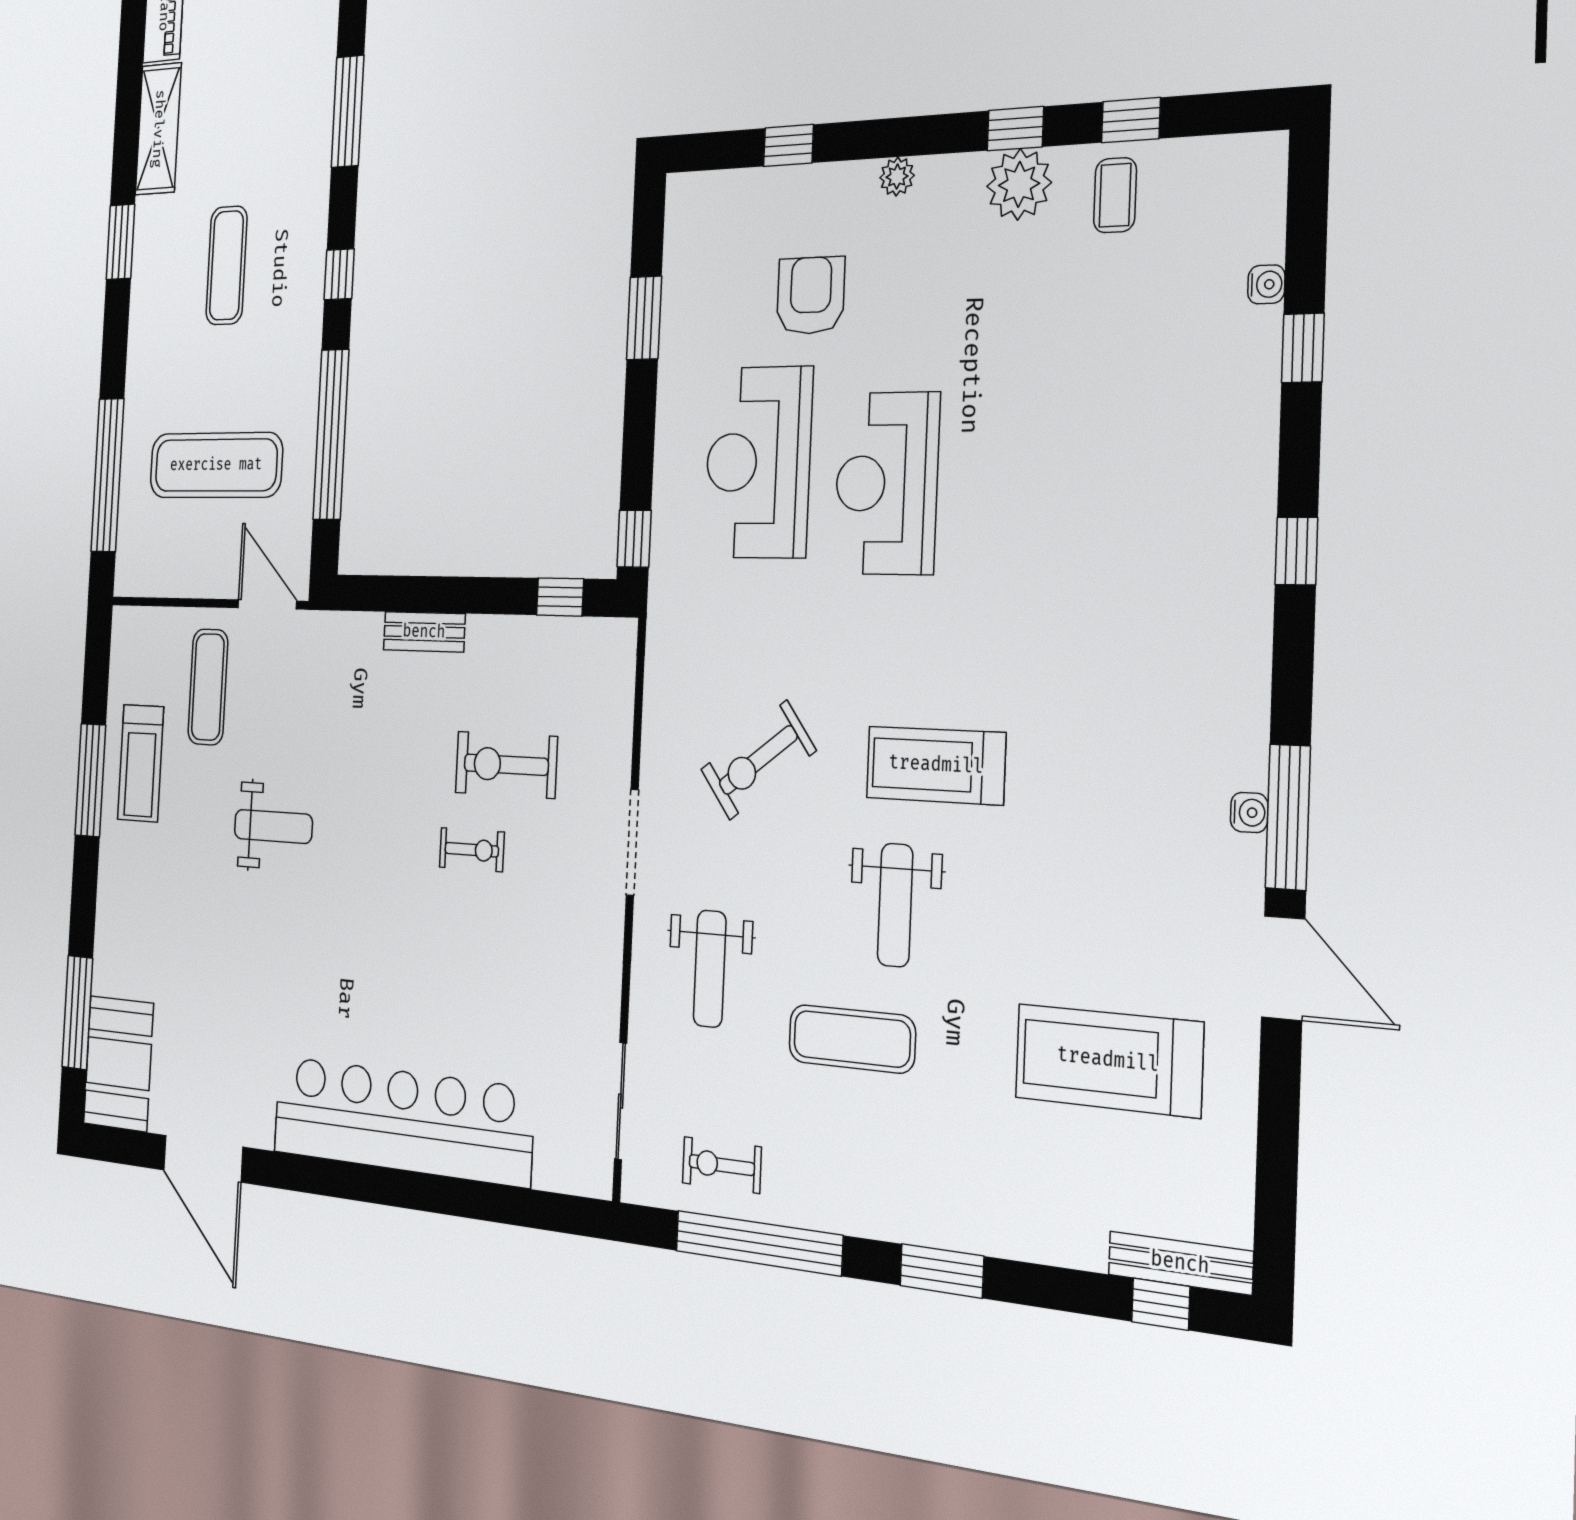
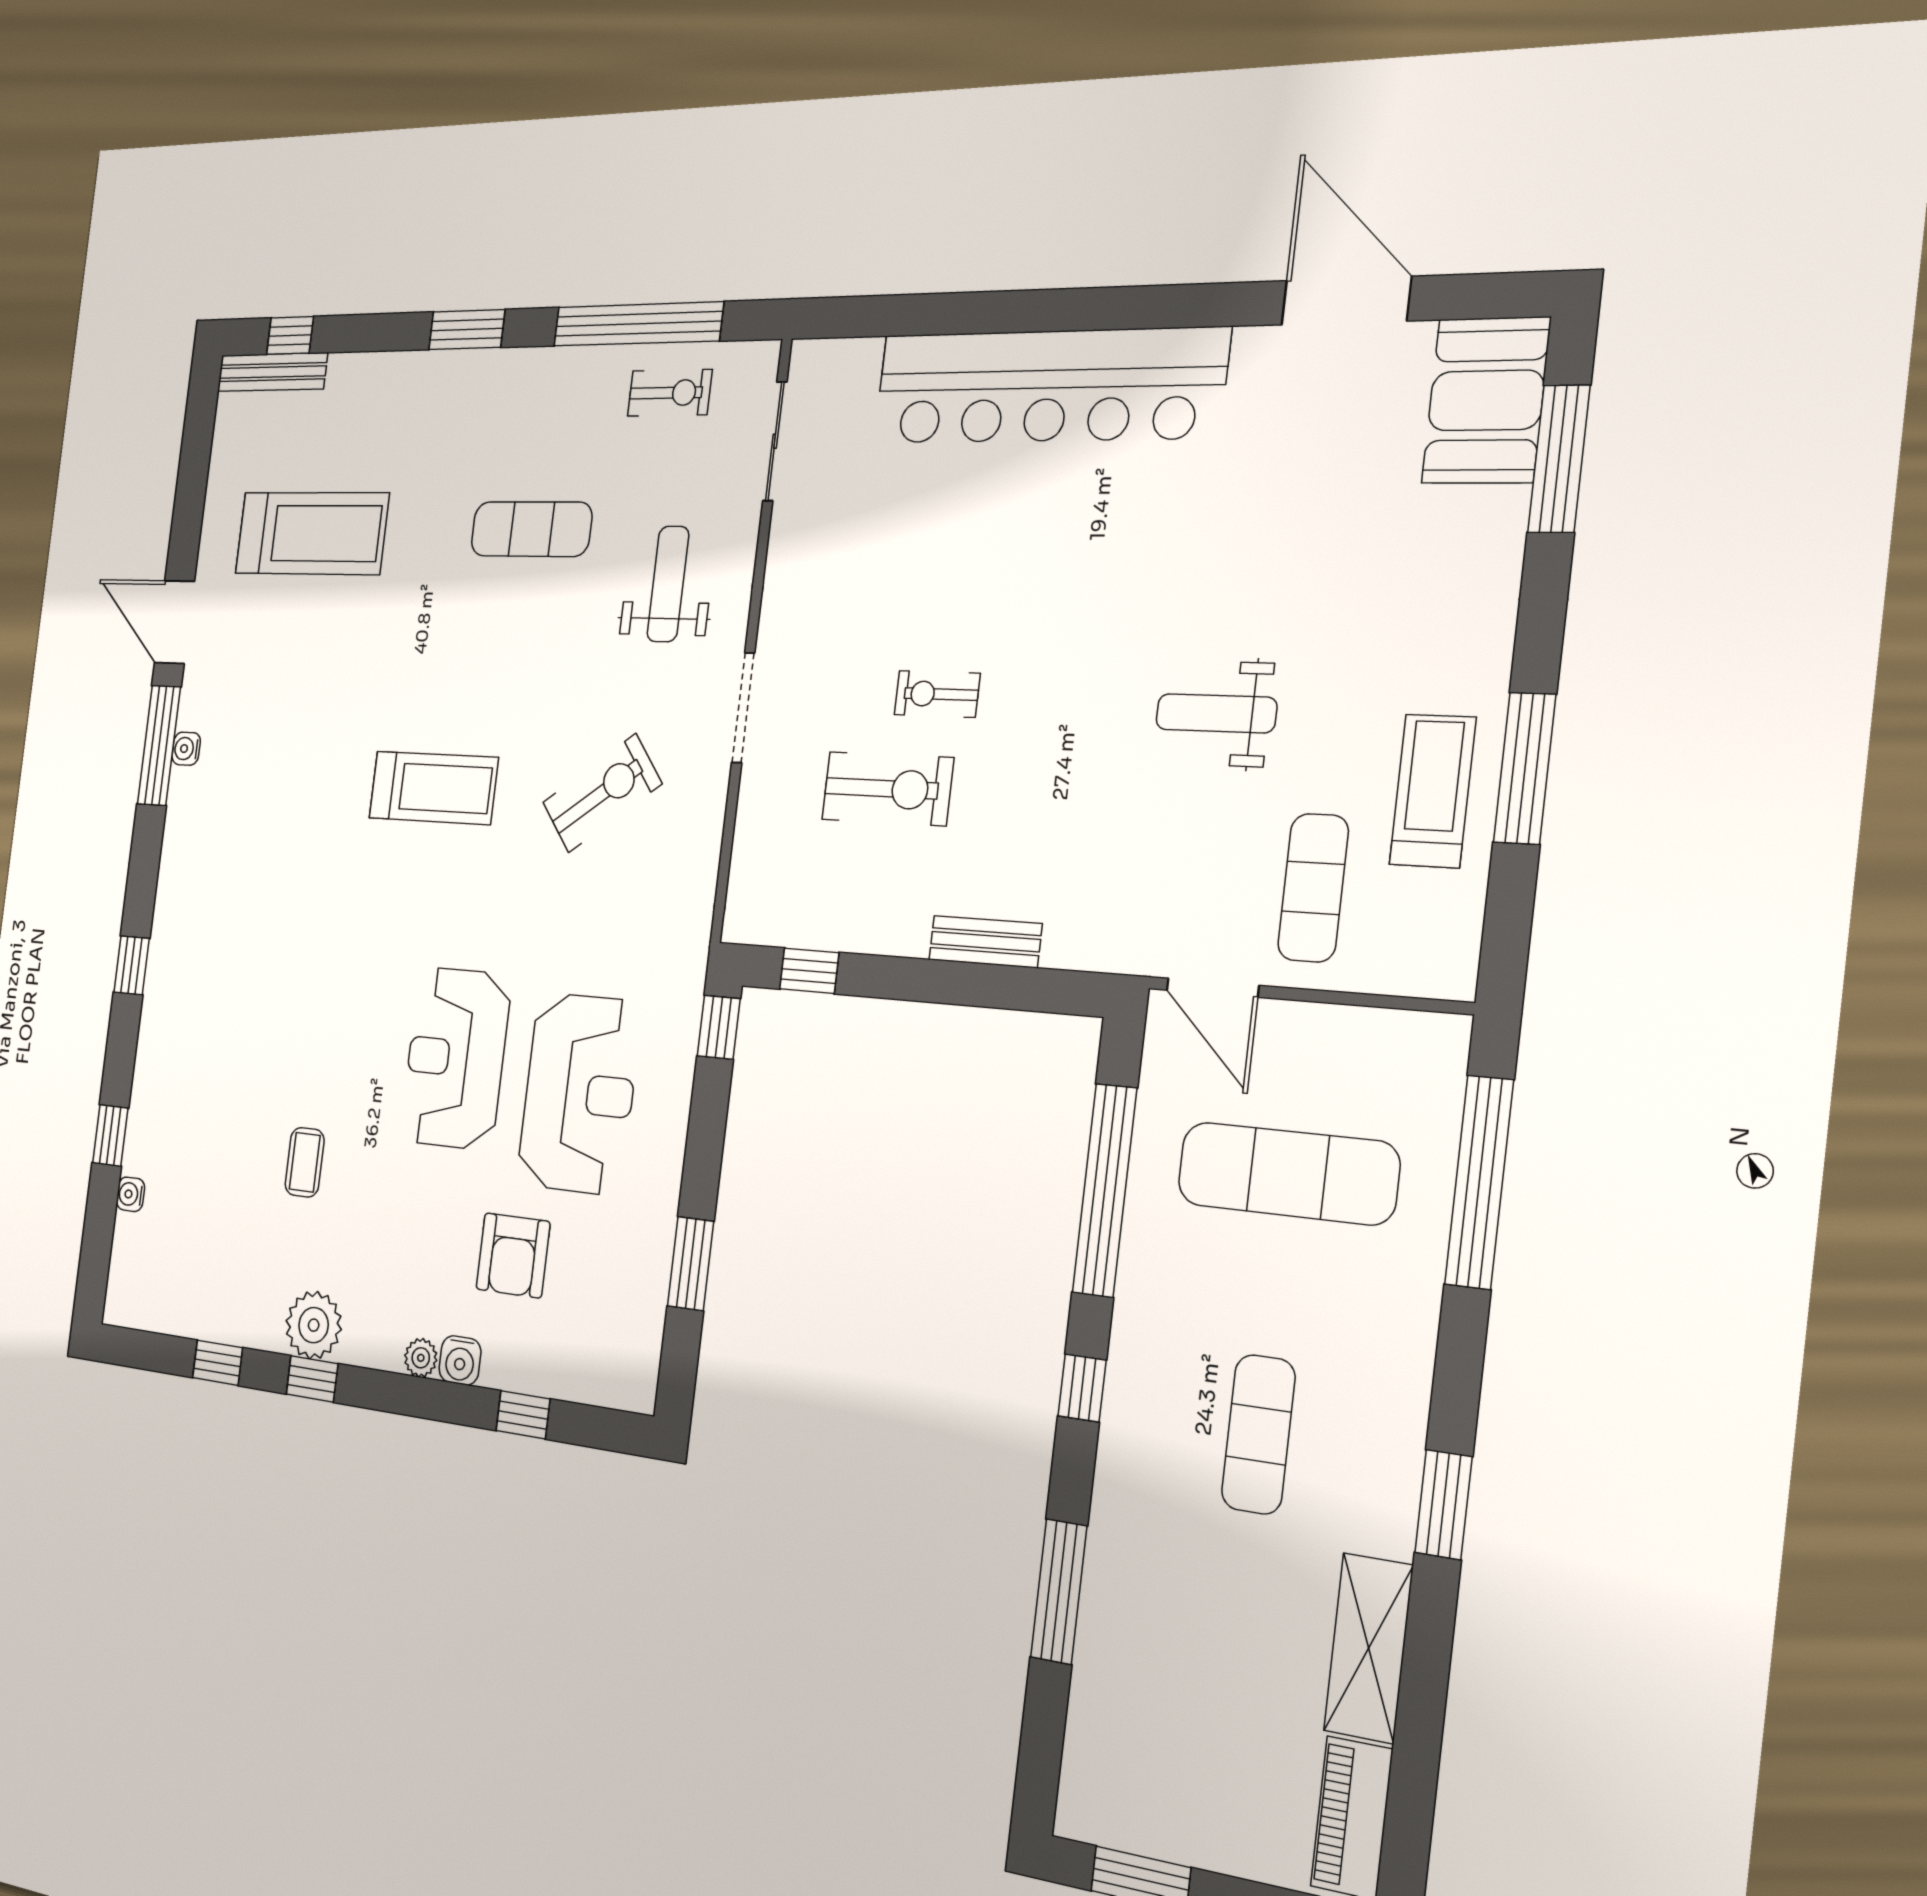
water cooler: (856, 183) -> (460, 1360), added
coffee table: (1115, 195) -> (305, 1162), moved
reception desk: (886, 483) -> (456, 1058), turned 180
weight bench: (895, 905) -> (481, 657), removed

